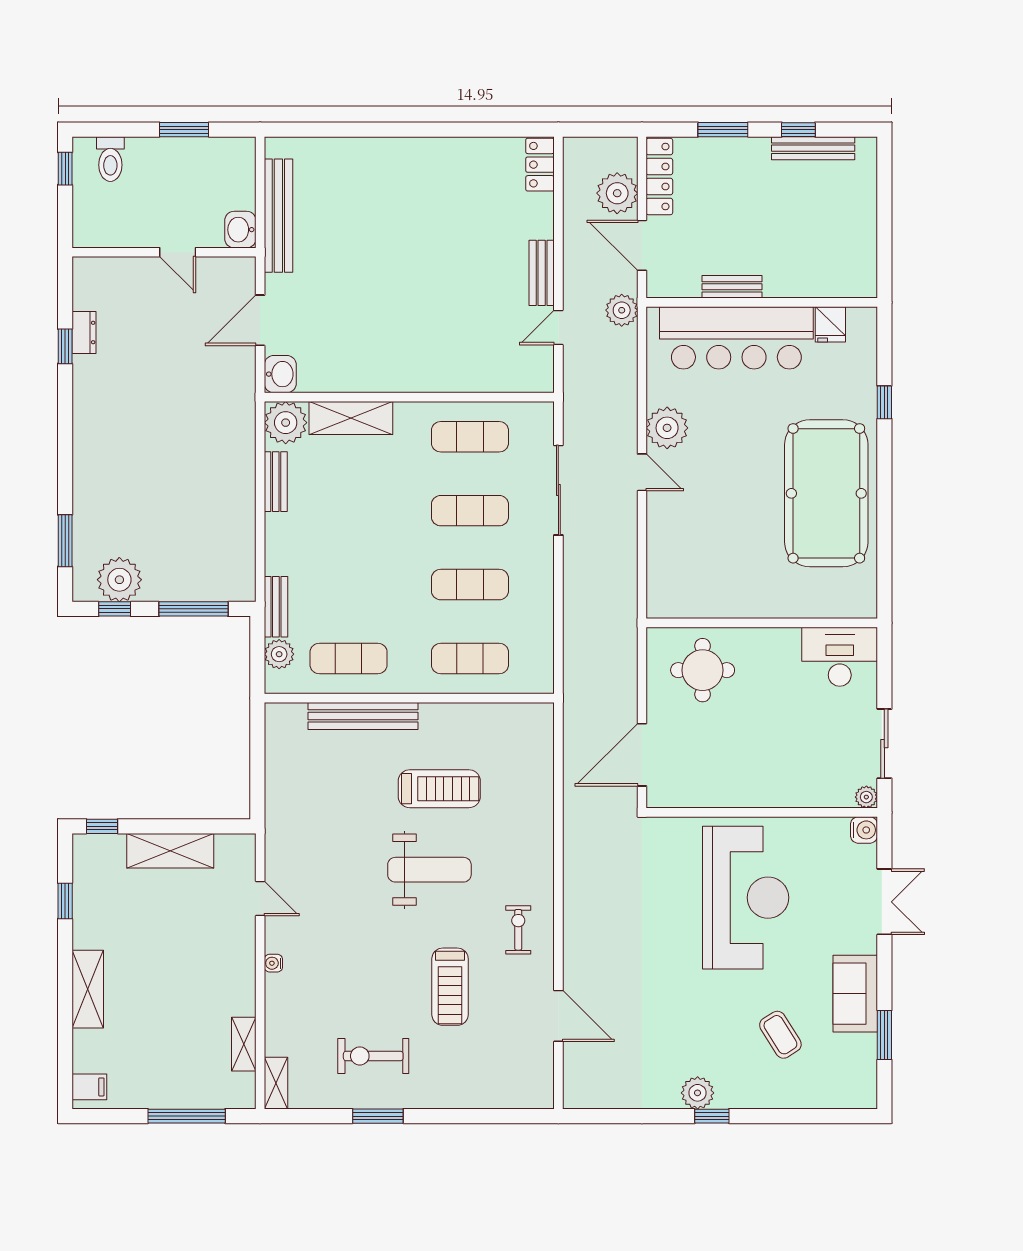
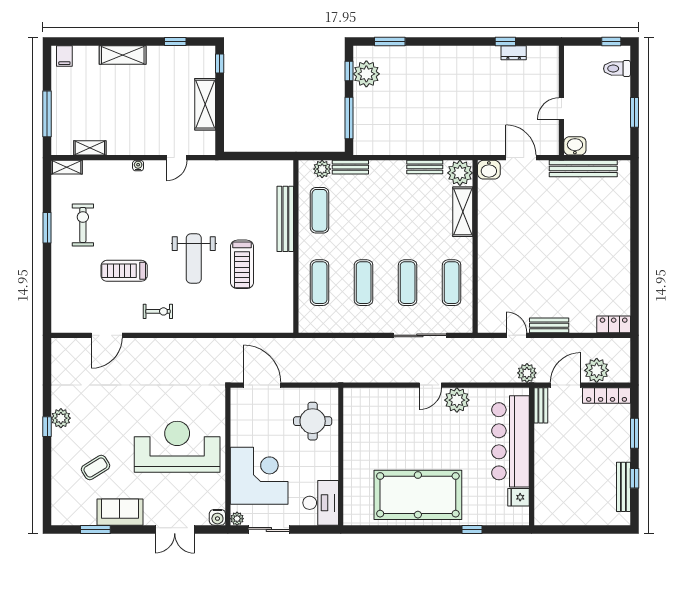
bench: (732, 287) -> (541, 405), moved
corner desk: (794, 760) -> (259, 476), added
reception desk: (746, 898) -> (177, 447), turned 180

